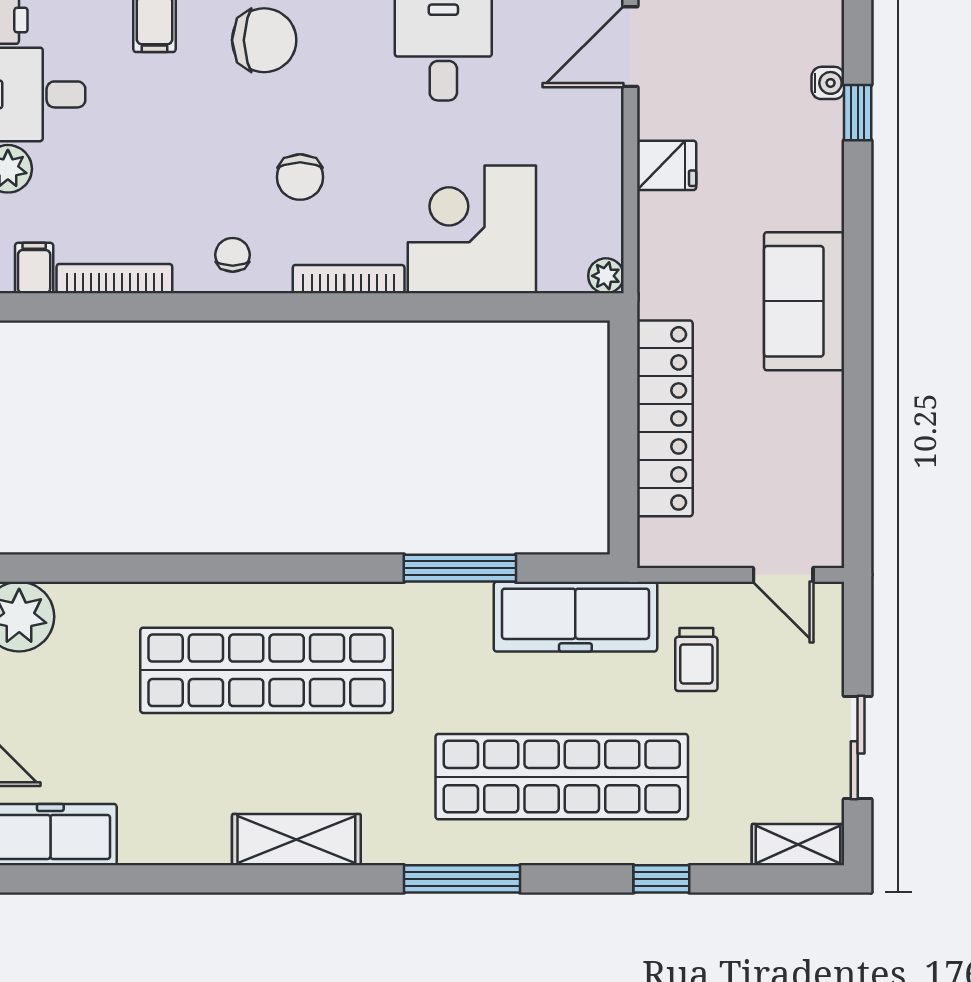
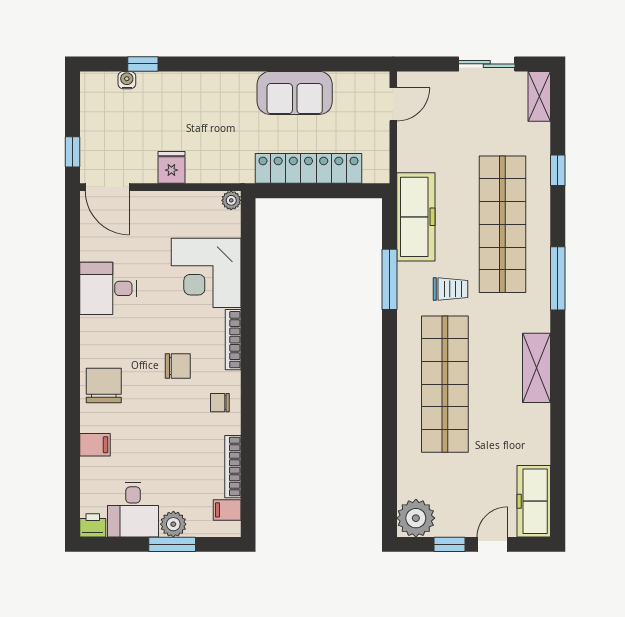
sofa: (804, 301) -> (295, 93), moved
trolley: (696, 659) -> (451, 289), moved

